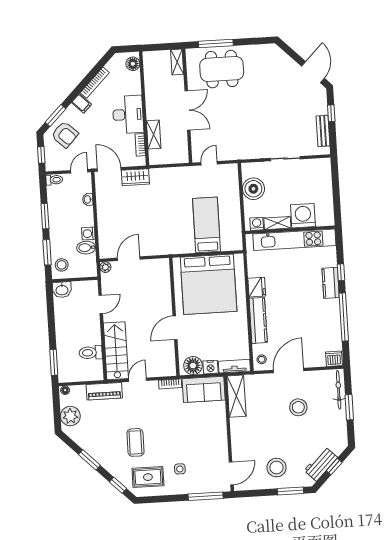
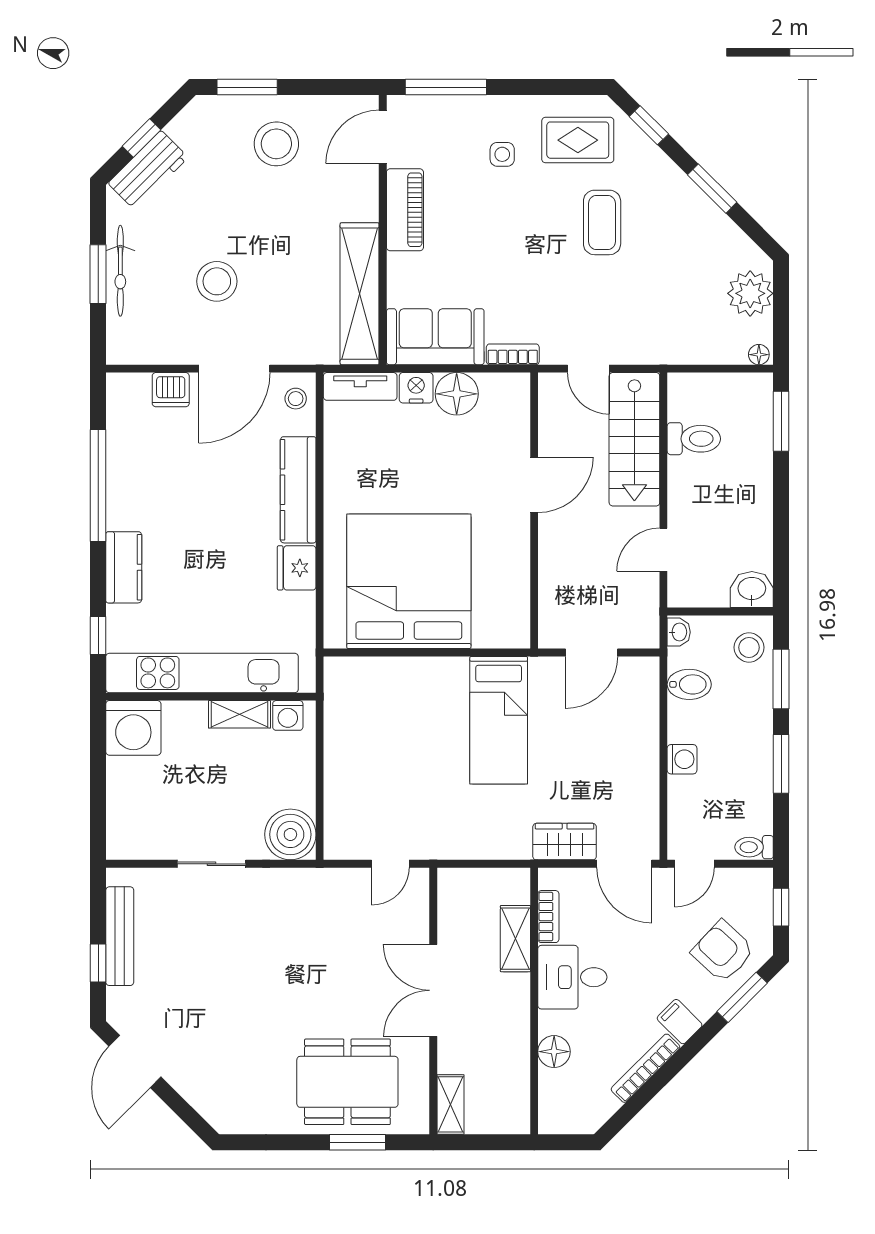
window: (216, 44) -> (357, 1142), width x0.69
floor lamp: (133, 64) -> (554, 1052), moved
desk: (128, 114) -> (572, 977), width x0.73
bench: (323, 131) -> (120, 936), width x1.36
boiler: (253, 189) -> (290, 834), moved
washbasin: (88, 199) -> (679, 632), moved
washing machine: (303, 216) -> (133, 728), moved
bed: (206, 225) -> (499, 720), moved
washing machine: (88, 234) -> (682, 759), moved
plant: (105, 267) -> (647, 636), removed
window: (341, 272) -> (98, 636), moved
wall: (174, 317) -> (534, 511), moved
door: (175, 328) -> (534, 485), moved
dishwasher: (334, 359) -> (171, 390), moved
door: (138, 380) -> (588, 369), hinge flipped
bicycle: (339, 390) -> (120, 271), moved
piano: (104, 391) -> (405, 210), moved, turned 90
shelving: (236, 396) -> (360, 294), width x1.47
workbench: (321, 464) -> (148, 170), moved

